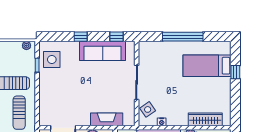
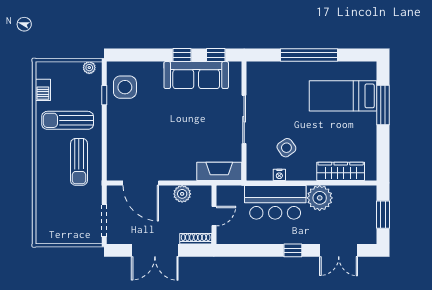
window: (81, 37) -> (182, 55), moved
window: (235, 72) -> (383, 105), width x2.17
side table: (148, 109) -> (286, 148), moved
fireplace: (107, 119) -> (219, 171), moved

